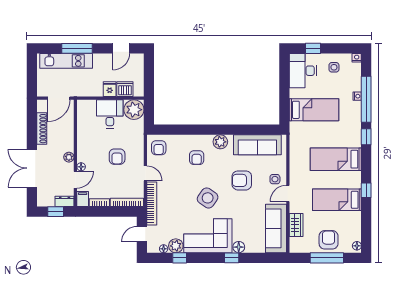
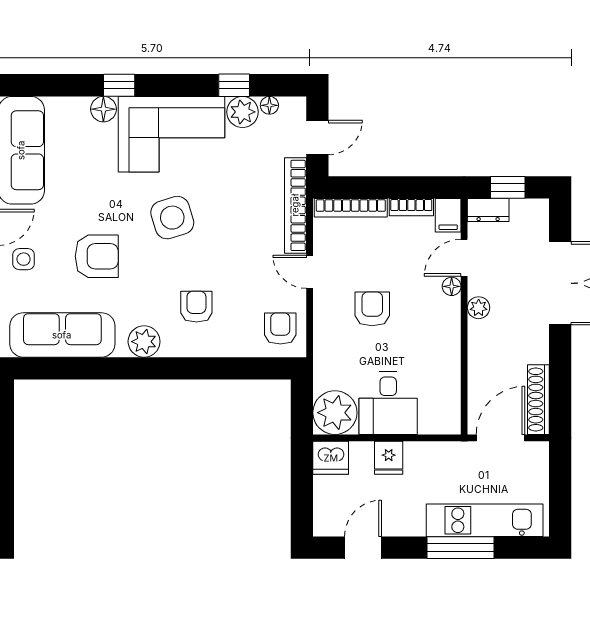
dishwasher: (125, 89) -> (331, 458), moved
shoe rack: (42, 129) -> (538, 400), moved
side table: (208, 198) -> (172, 218), turned 38

